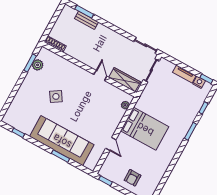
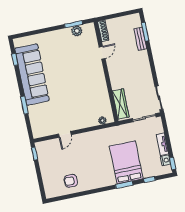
door: (100, 75) -> (102, 53), moved
side table: (56, 96) -> (65, 64), removed
bed: (145, 129) -> (126, 162), moved, turned 180
sofa: (62, 141) -> (32, 75), moved
armchair: (133, 178) -> (71, 181), moved

